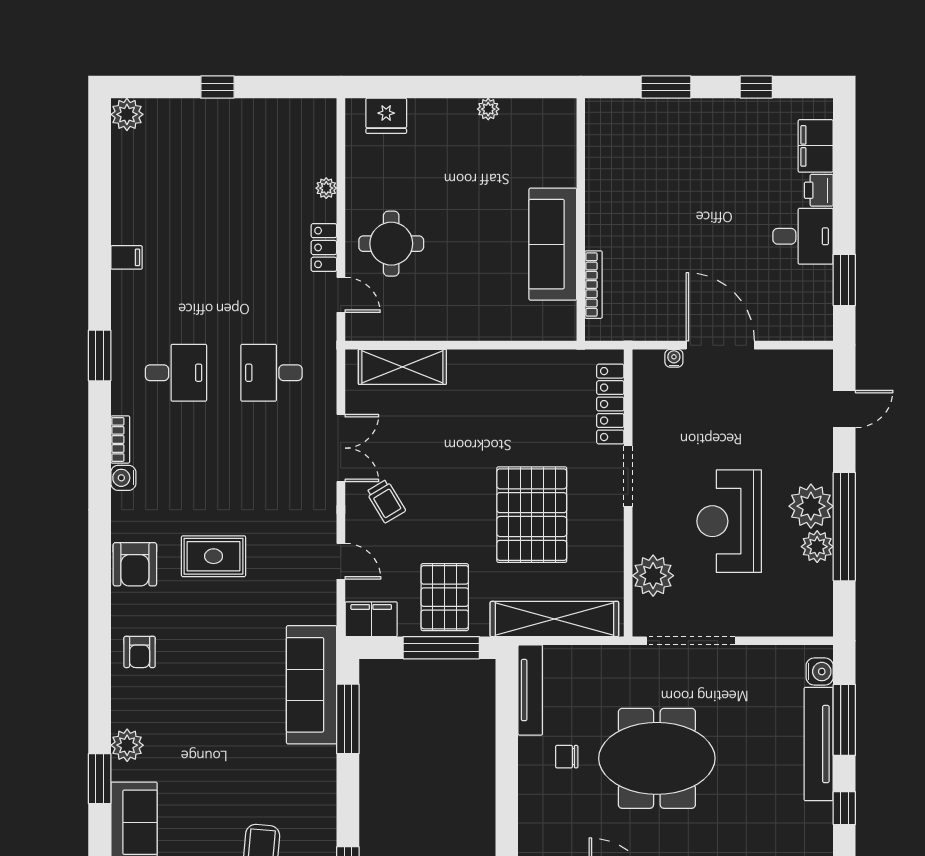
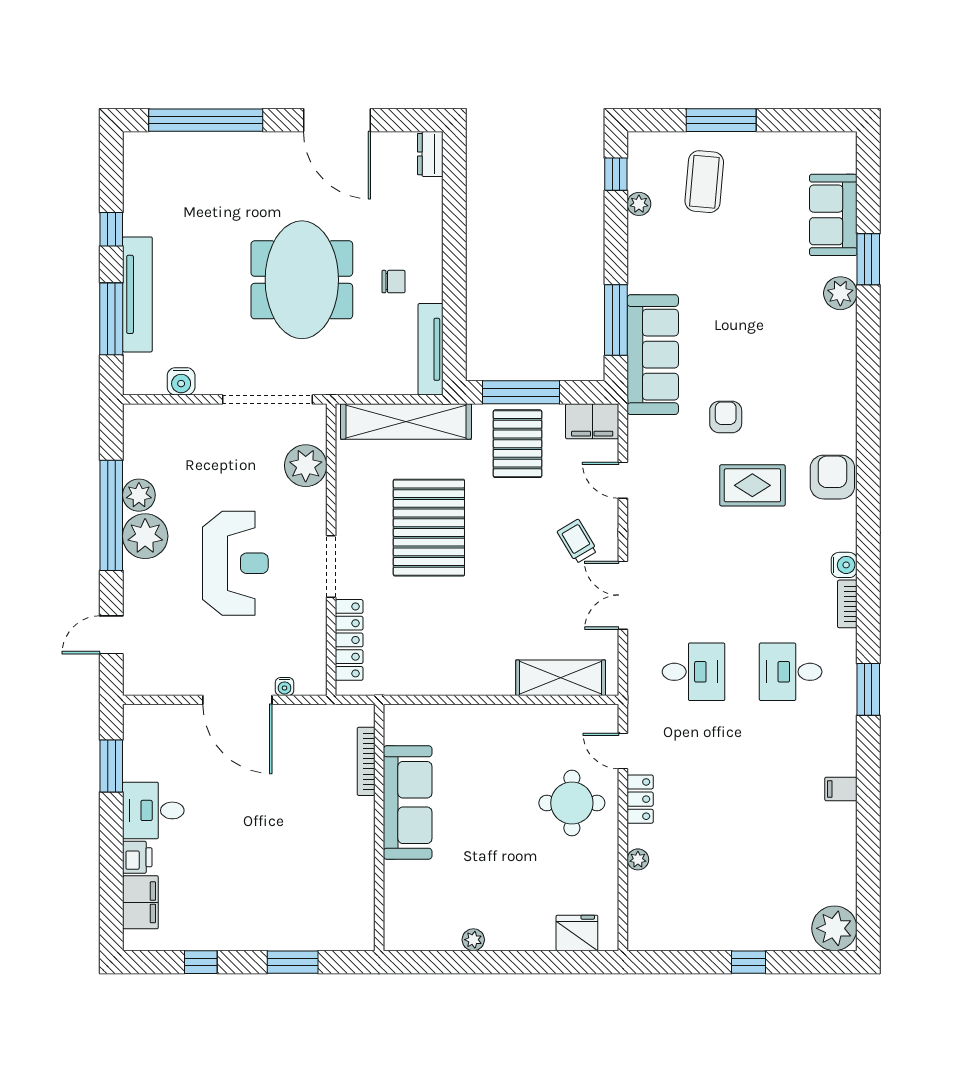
plant: (127, 114) -> (834, 928), width x1.36, depth x1.36
reception desk: (729, 521) -> (235, 563), moved
armchair: (140, 652) -> (726, 417), moved
water cooler: (820, 672) -> (181, 381), moved, turned -90
meeting table: (657, 758) -> (302, 280), turned 90
plant: (325, 833) -> (639, 204), added

